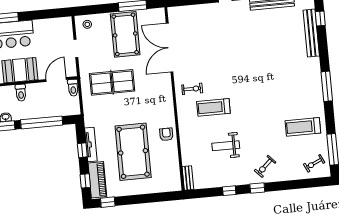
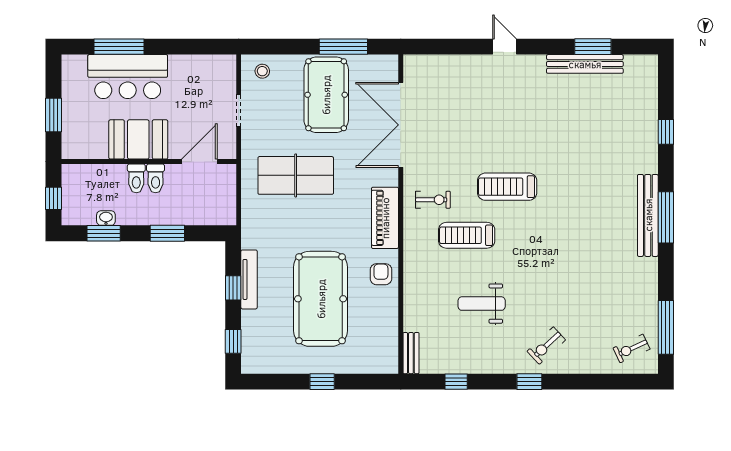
window: (320, 18) -> (666, 132), moved
bench: (311, 33) -> (648, 215), moved
toilet: (73, 88) -> (156, 178), moved
window: (42, 122) -> (167, 233), width x0.47
treadmill: (303, 127) -> (507, 187), moved
piano: (97, 180) -> (385, 218), moved, turned 180
window: (229, 191) -> (456, 382), moved
window: (108, 202) -> (322, 382), moved

